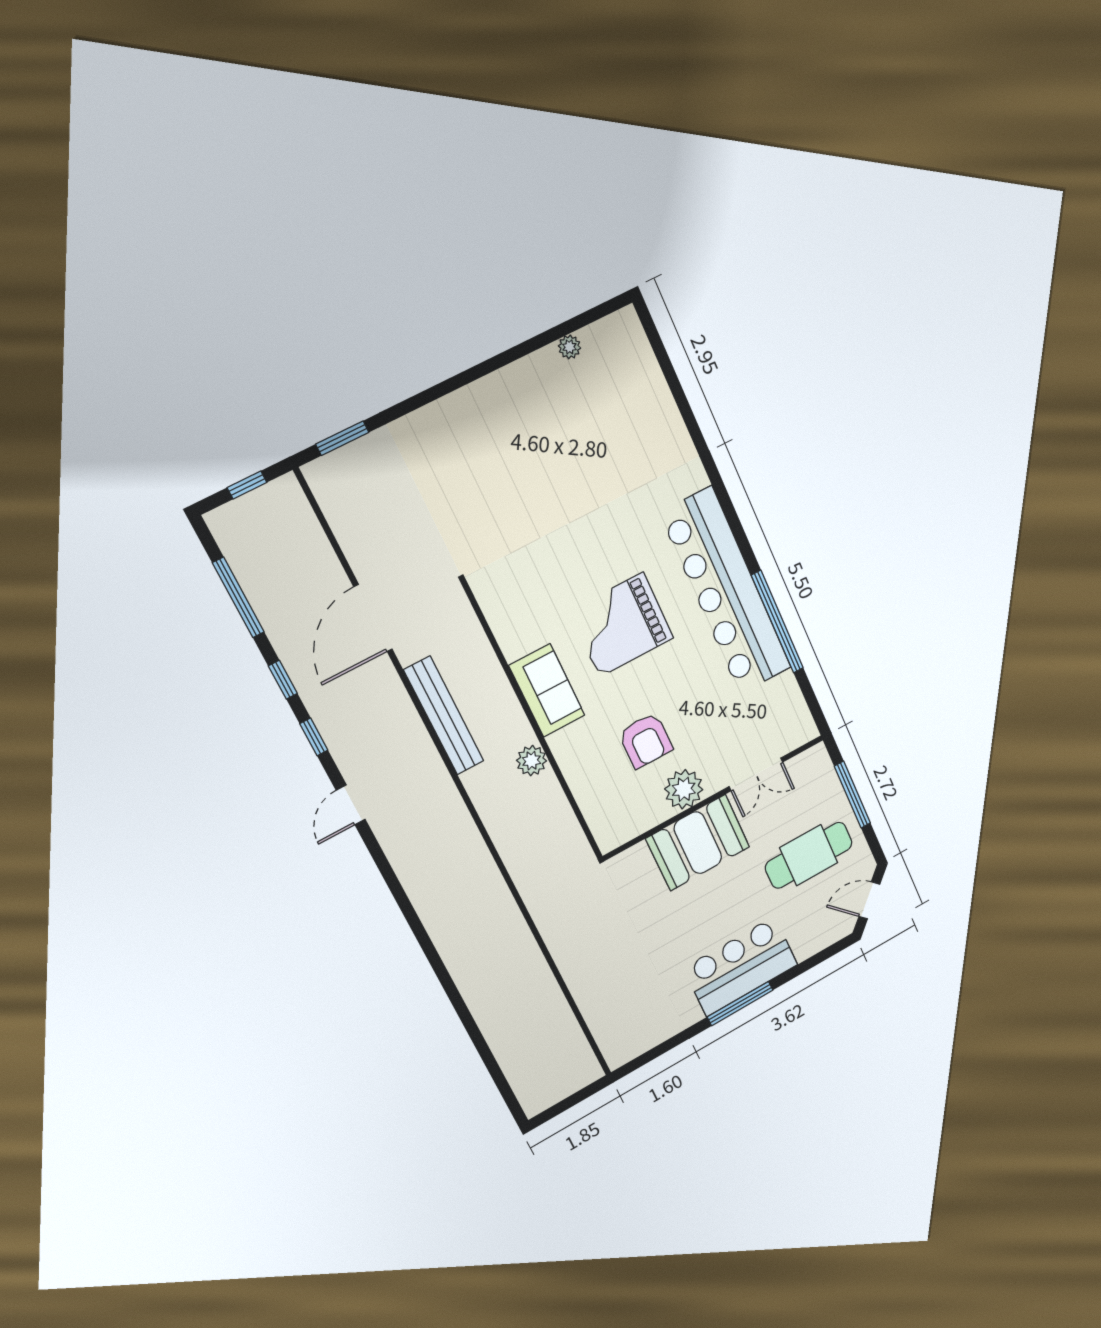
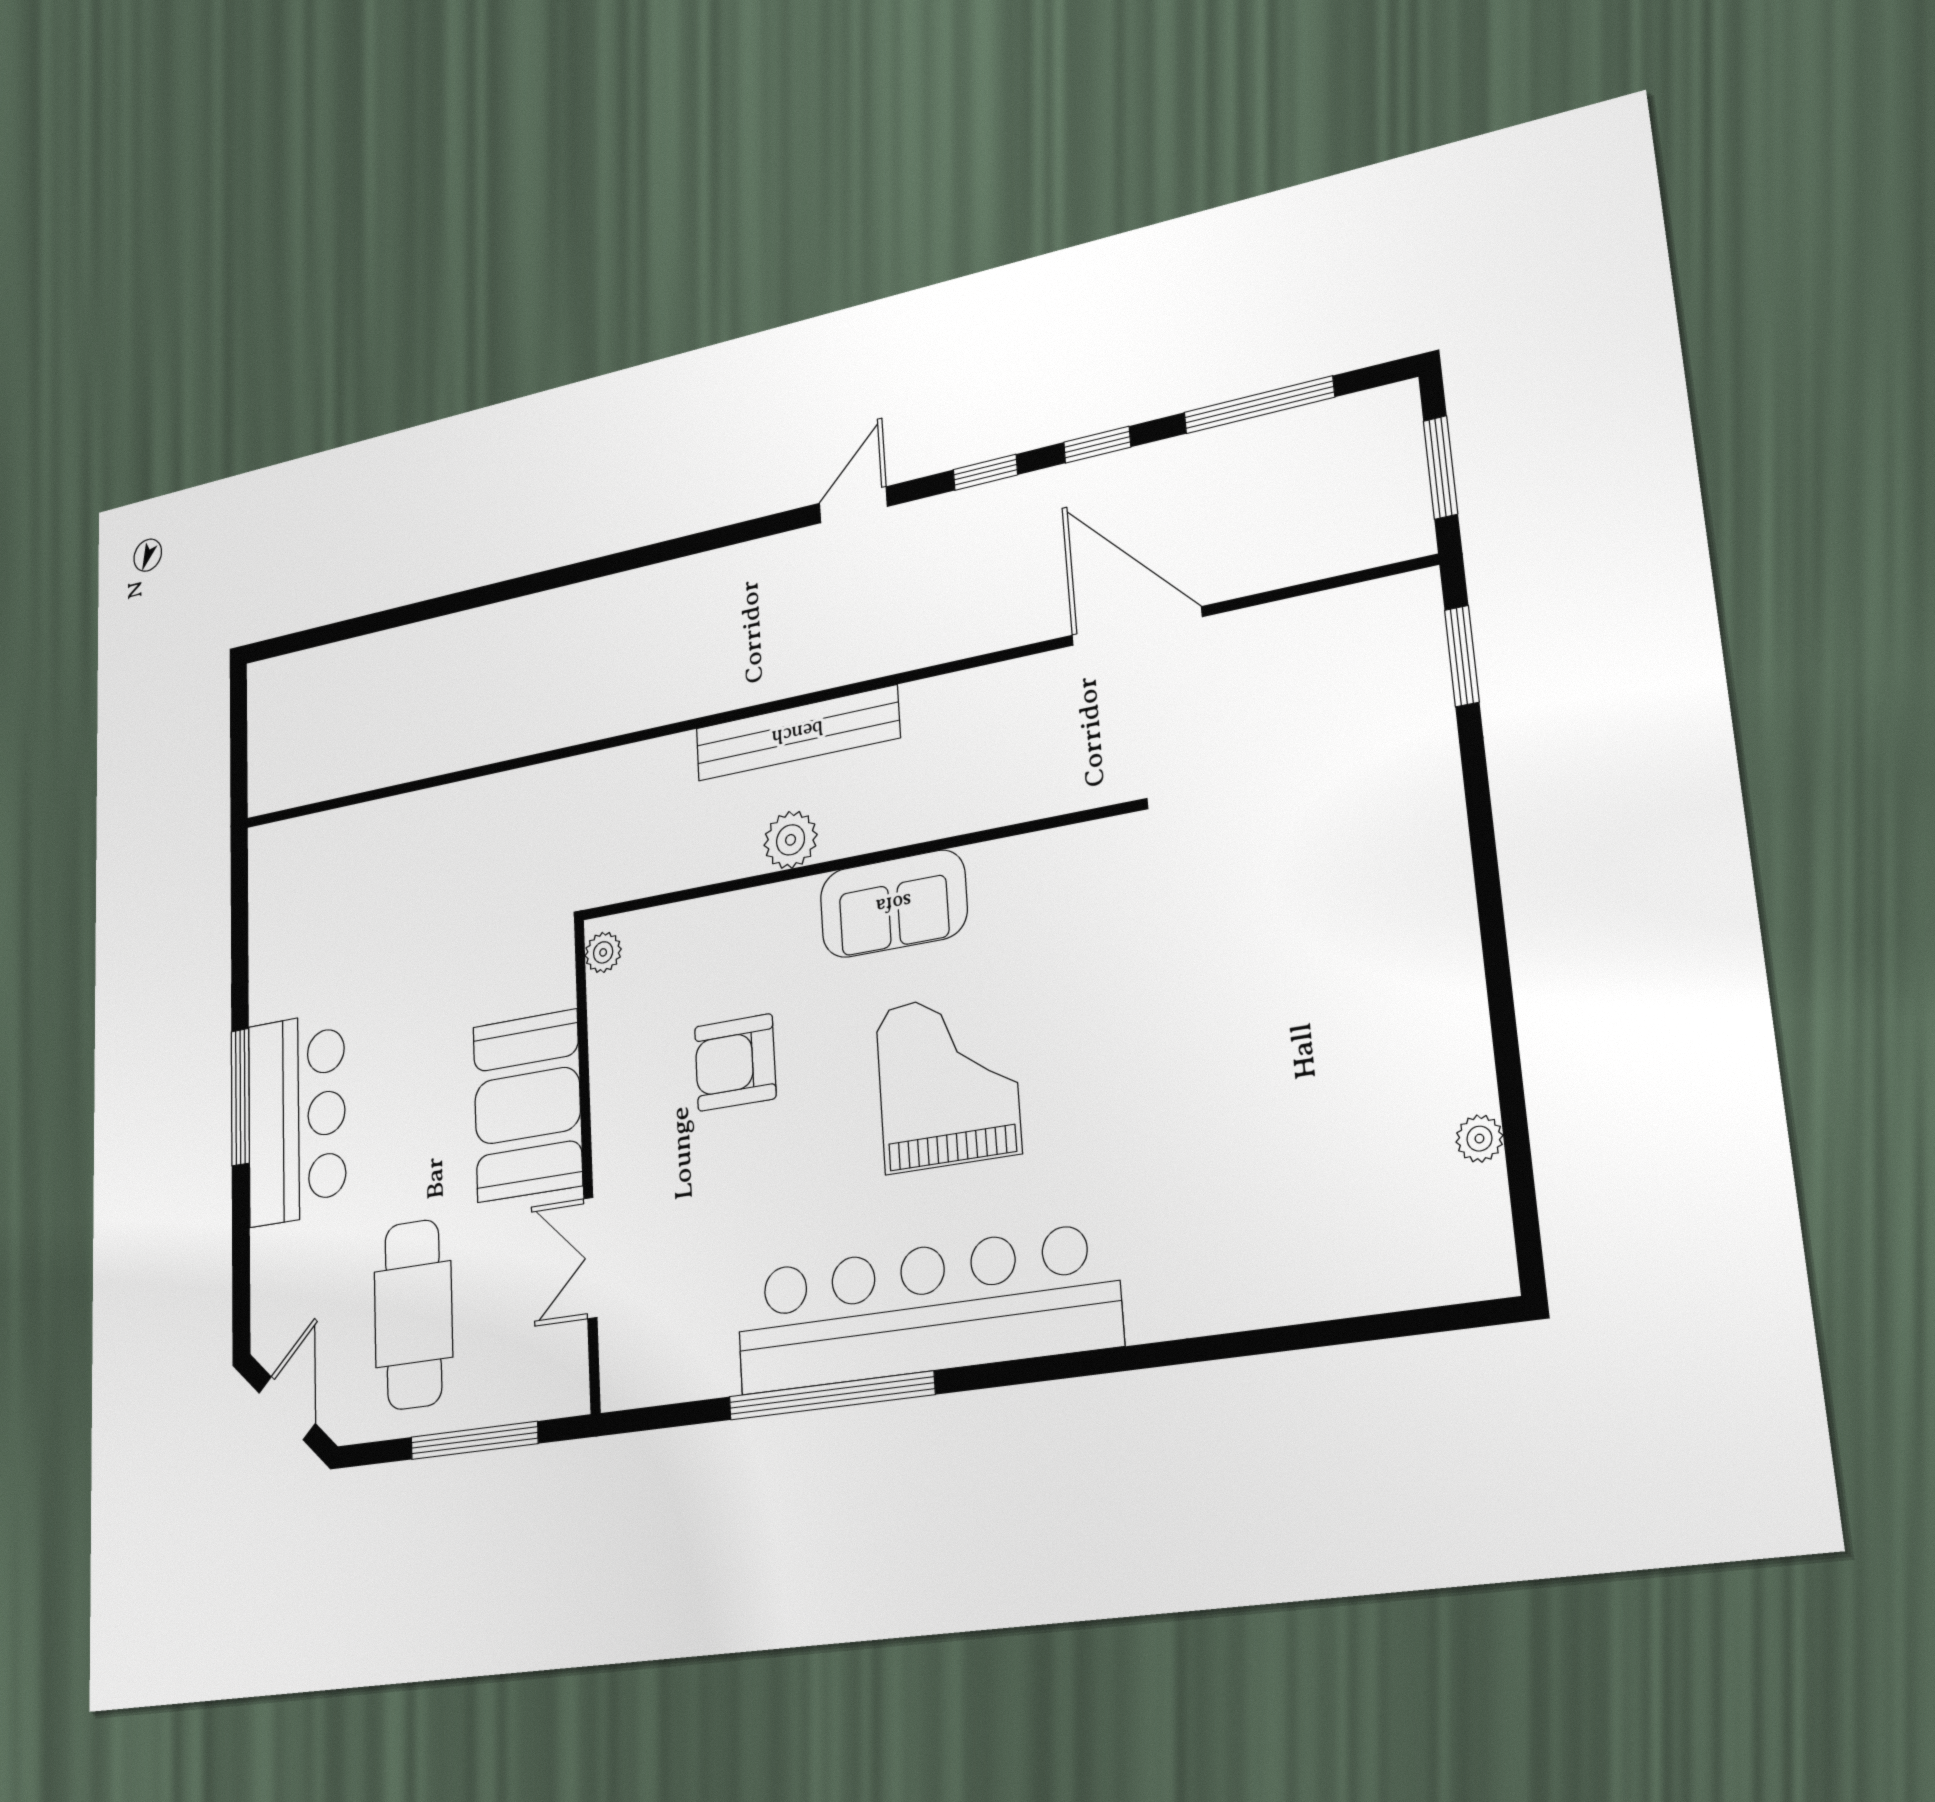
window: (247, 485) -> (1441, 467), width x1.50
bench: (444, 716) -> (797, 733), moved
plant: (684, 789) -> (603, 952), moved, width x0.53, depth x0.53
door: (351, 805) -> (853, 505), hinge flipped

